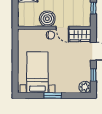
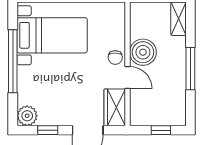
door: (62, 28) -> (128, 78), swing flipped
window: (53, 96) -> (13, 61), width x2.11

